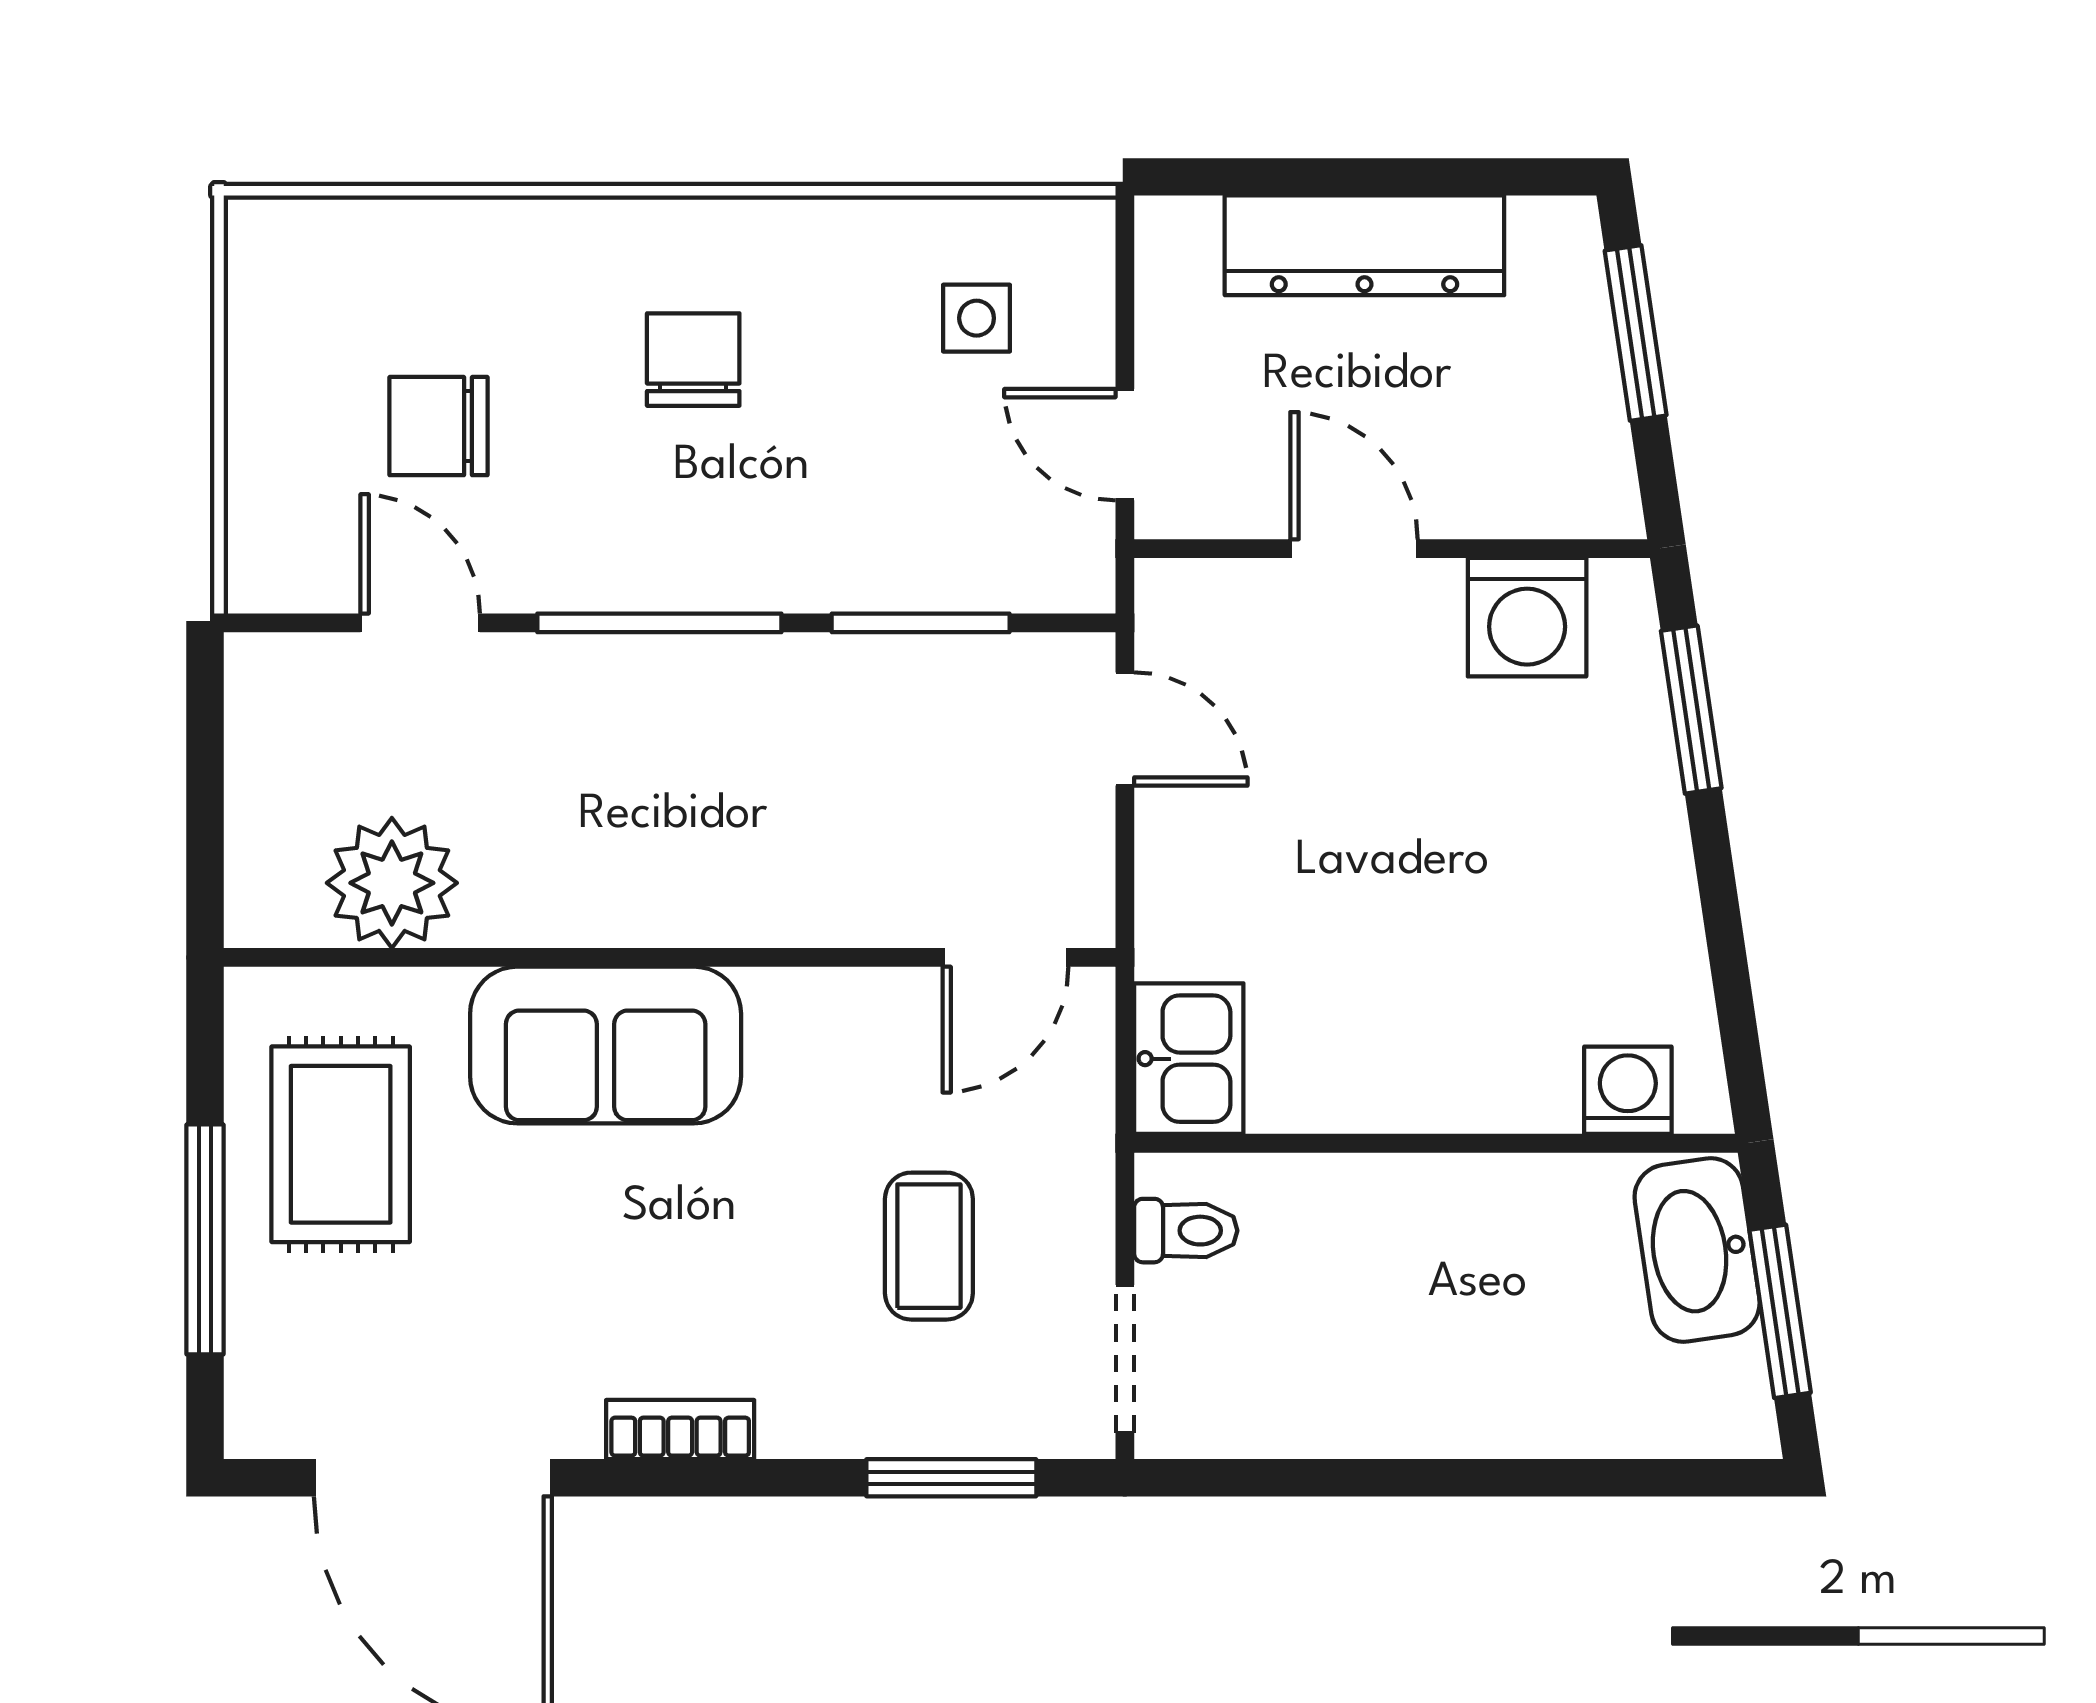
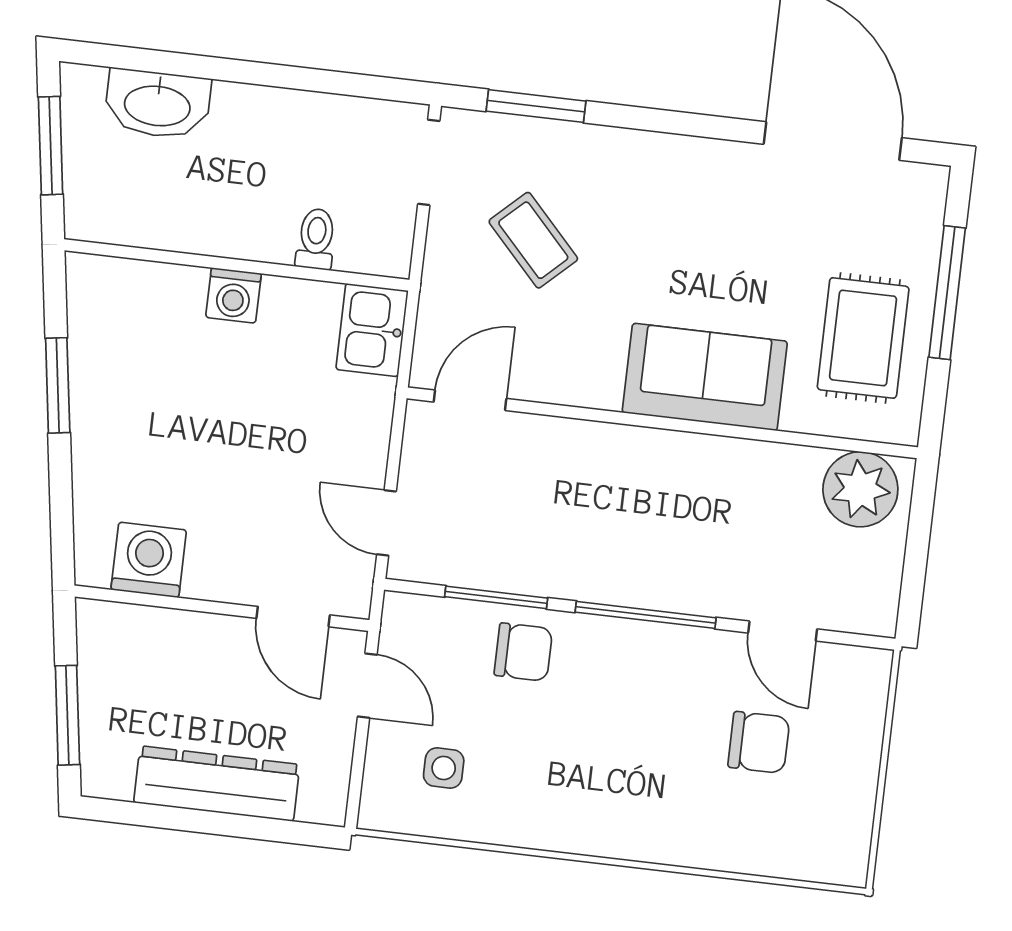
chair: (693, 360) -> (523, 652), moved, turned -90
door: (1354, 549) -> (293, 617), moved
window: (1691, 710) -> (58, 385), moved
plant: (392, 883) -> (860, 489), moved
washing machine: (1628, 1090) -> (234, 295), moved
toilet: (1186, 1231) -> (316, 239), moved, turned 90
coffee table: (929, 1246) -> (533, 240), turned -43
washbasin: (1697, 1250) -> (157, 104), moved, turned 98
bookcase: (680, 1430) -> (688, 152), removed

